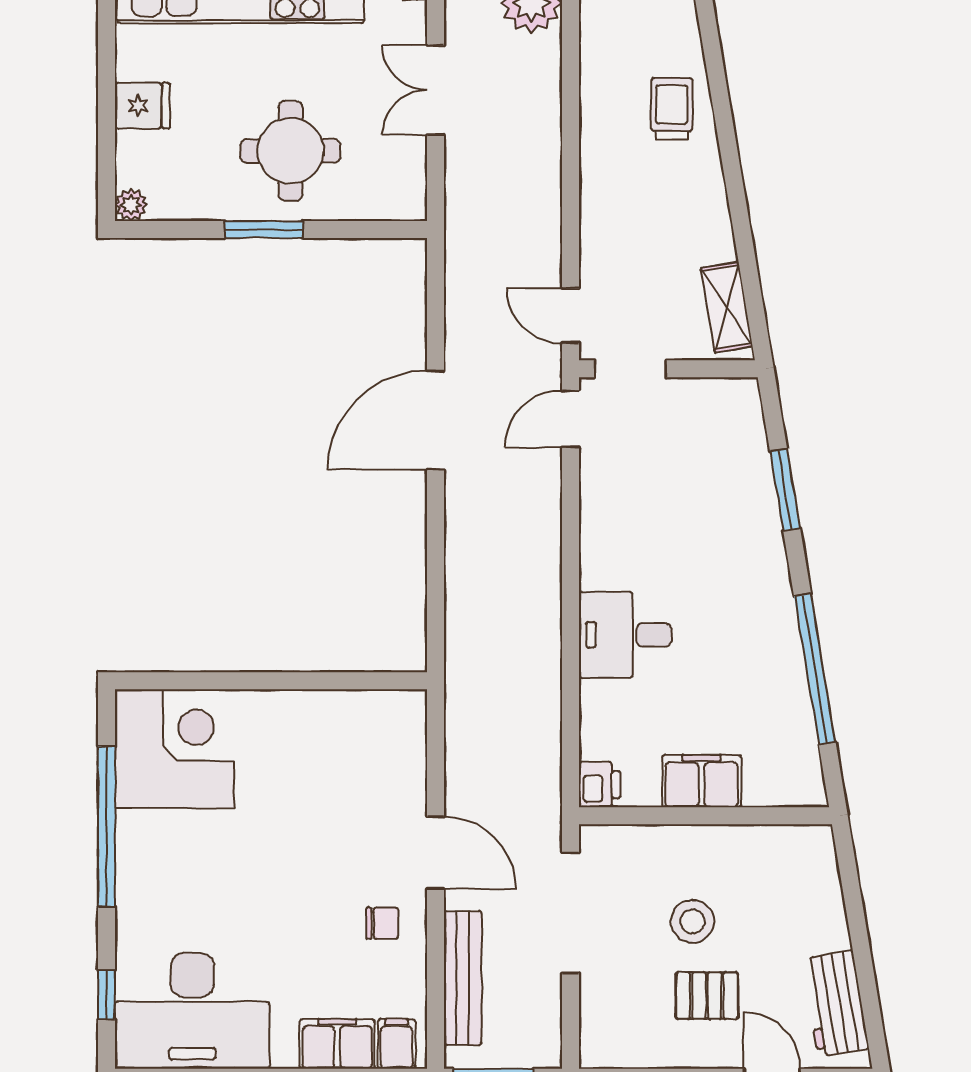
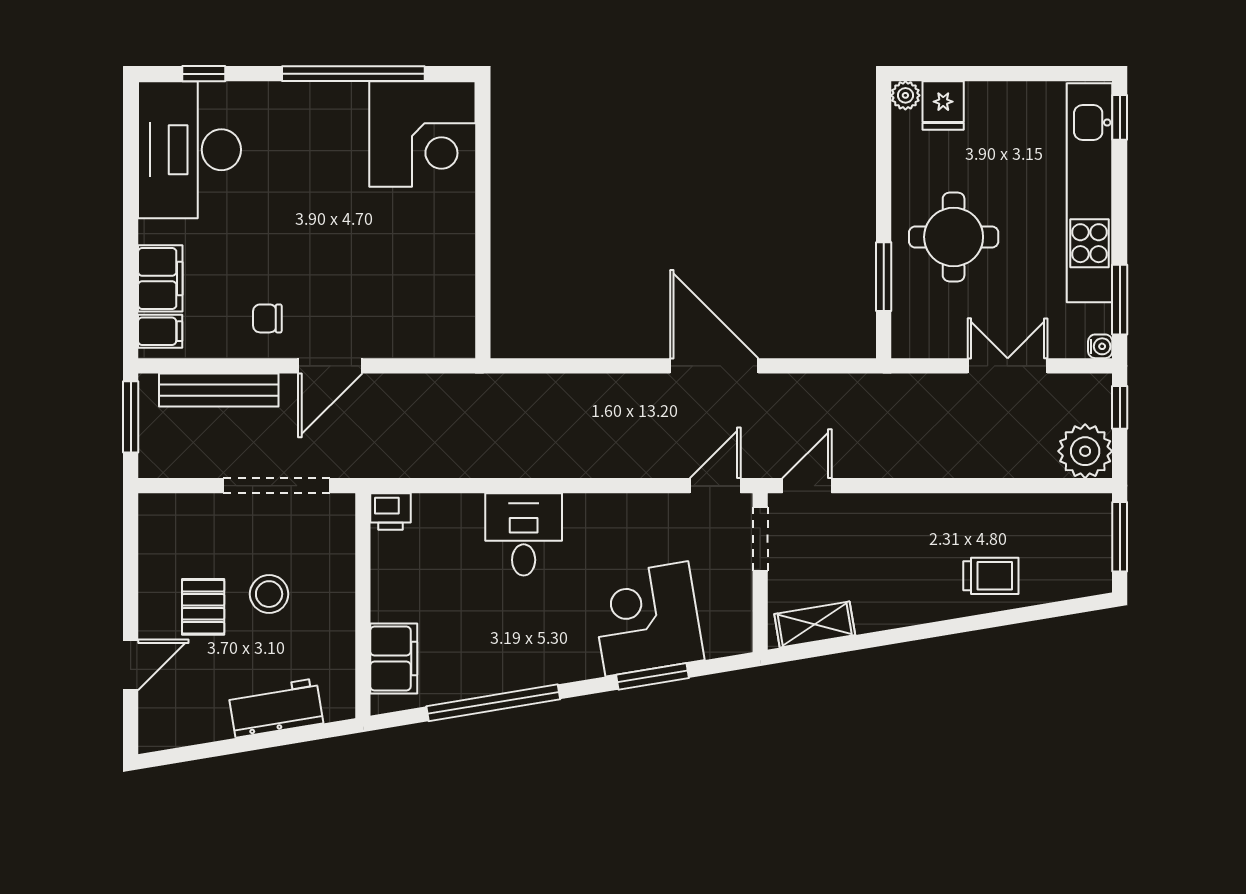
fridge: (142, 106) -> (943, 105), moved
window: (264, 230) -> (884, 277), moved
door: (570, 419) -> (715, 486), hinge flipped
corner desk: (720, 496) -> (647, 619), added
filing cabinet: (702, 781) -> (394, 659), moved
chair: (382, 923) -> (267, 318), turned 90
workbench: (836, 1004) -> (276, 708), moved

